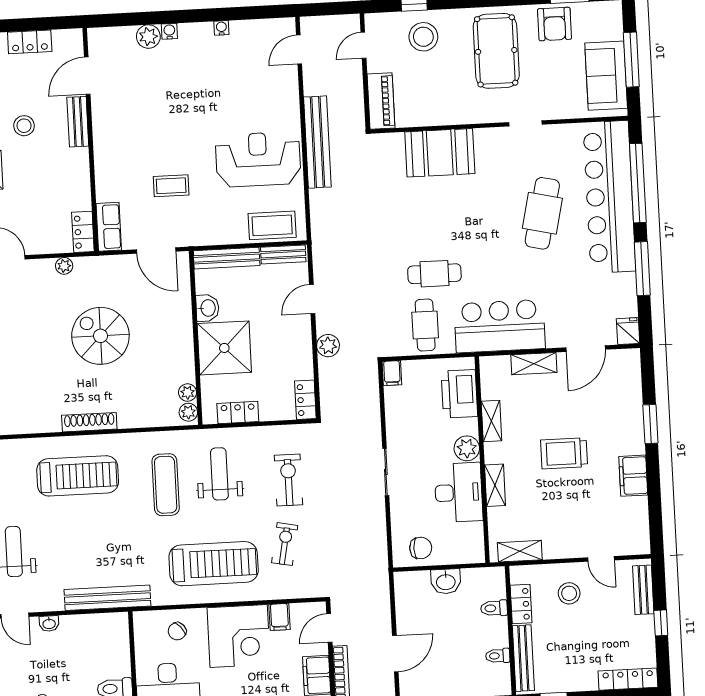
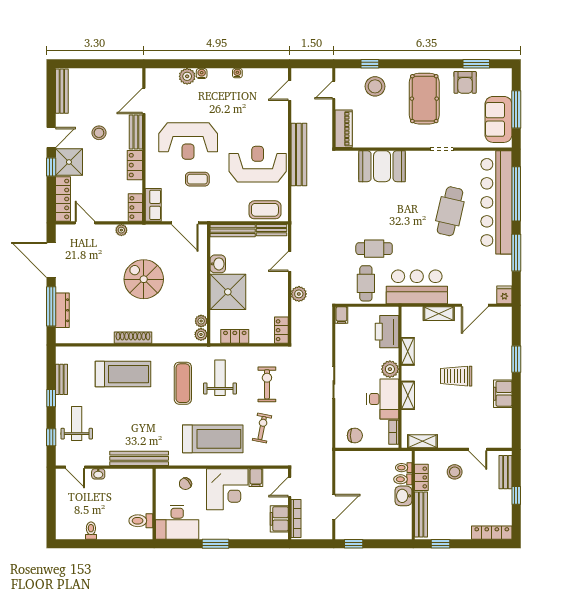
locker: (30, 42) -> (135, 165), moved, turned 90
reception desk: (155, 131) -> (188, 141), added
bookcase: (477, 540) -> (394, 432), added
washbasin: (446, 581) -> (403, 496), moved, turned 90
toilet: (498, 656) -> (404, 468), moved

